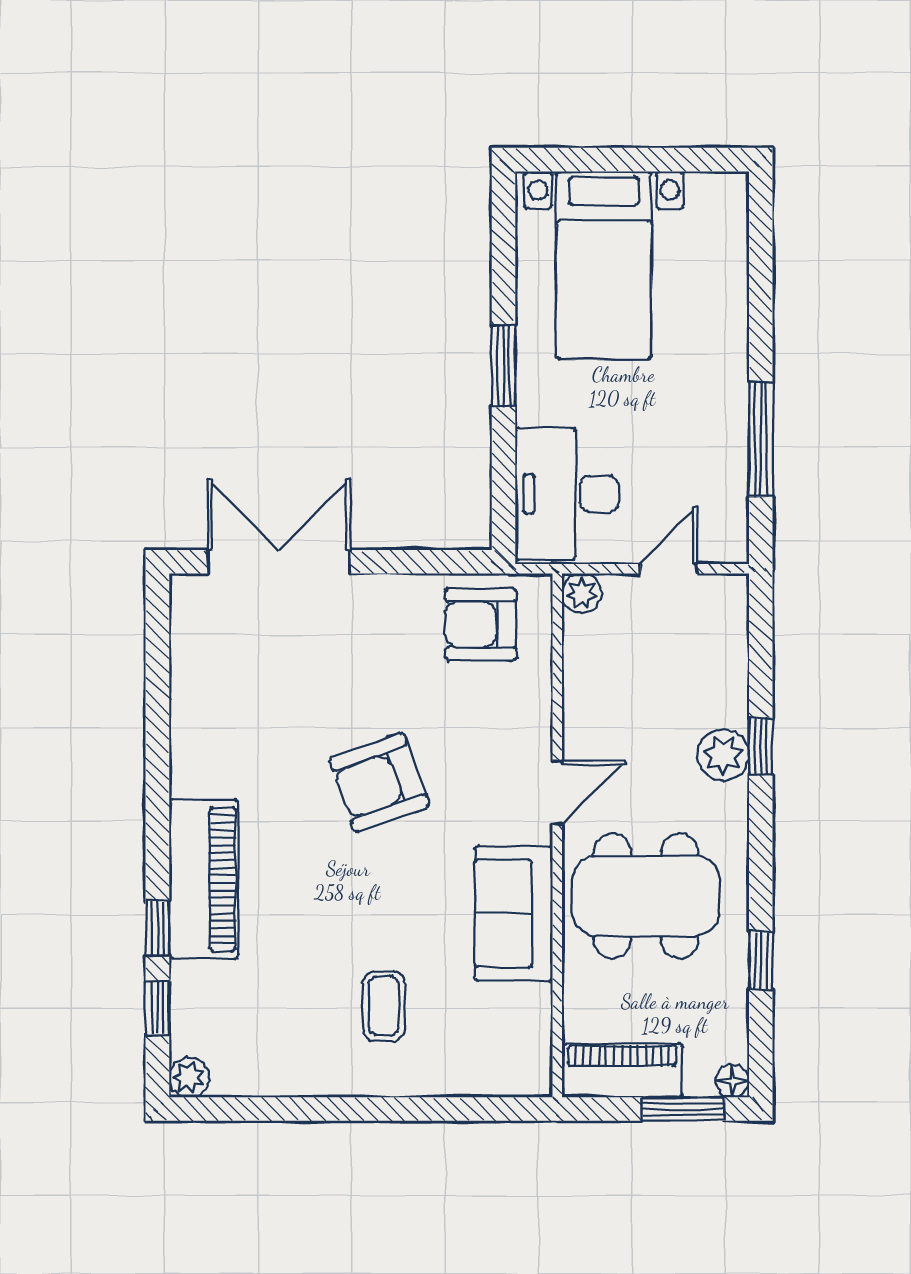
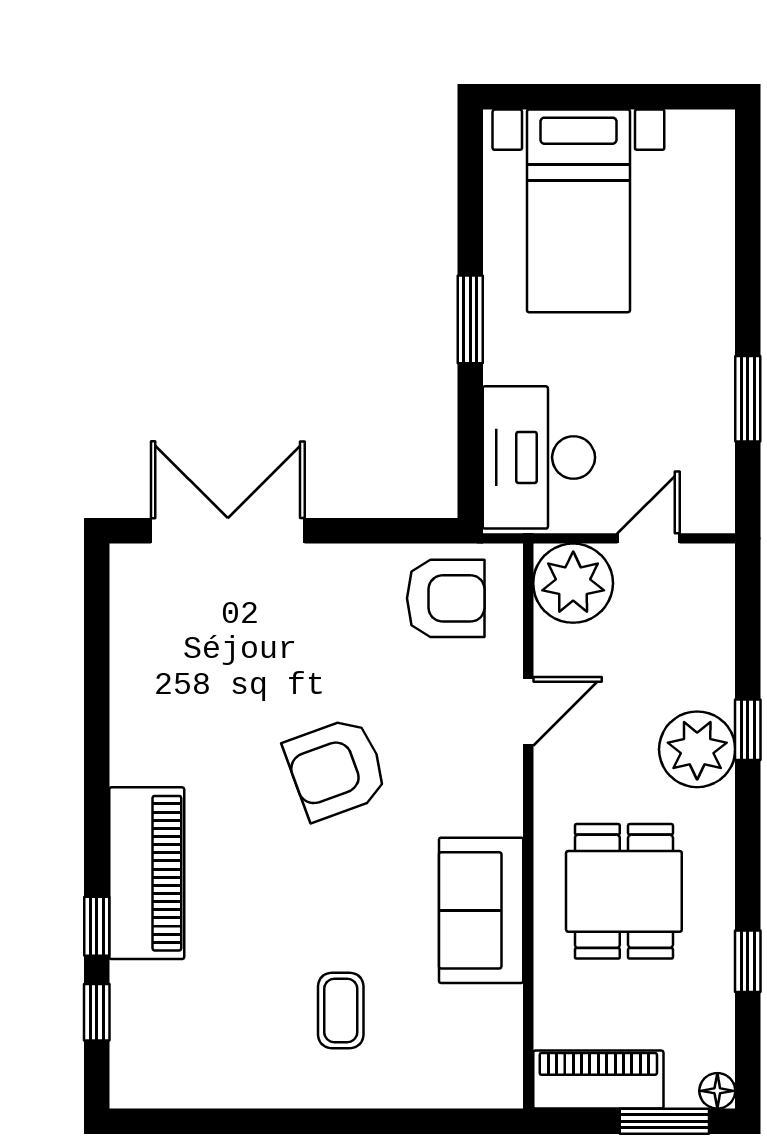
window: (761, 439) -> (748, 399), width x0.69
plant: (582, 593) -> (573, 583), width x1.87, depth x1.87
armchair: (481, 624) -> (446, 598), turned 180
plant: (723, 755) -> (697, 749), width x1.36, depth x1.36
door: (557, 793) -> (528, 711), moved
dining table: (646, 896) -> (624, 891), width x0.73
plant: (189, 1077) -> (131, 1087), removed

